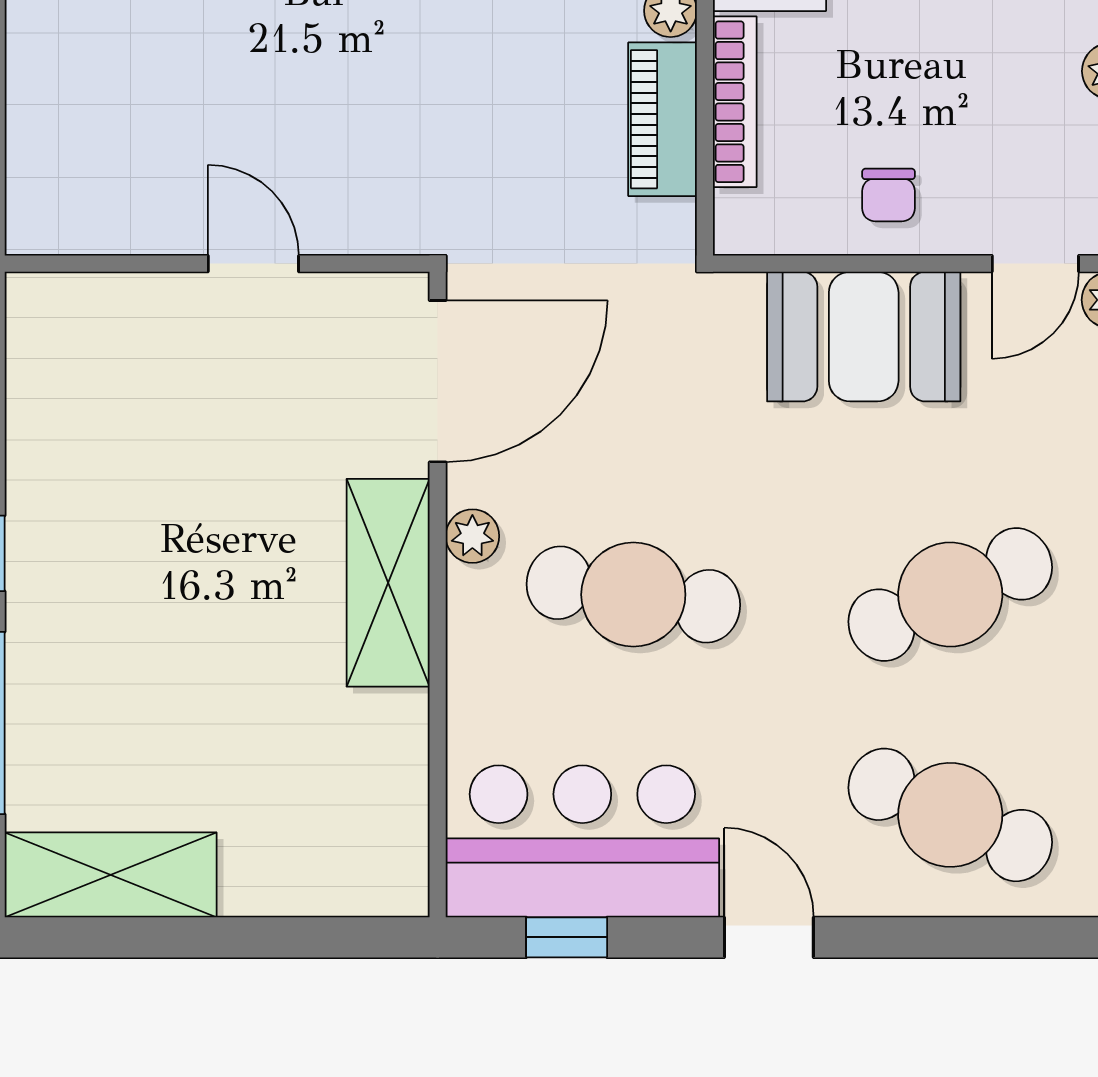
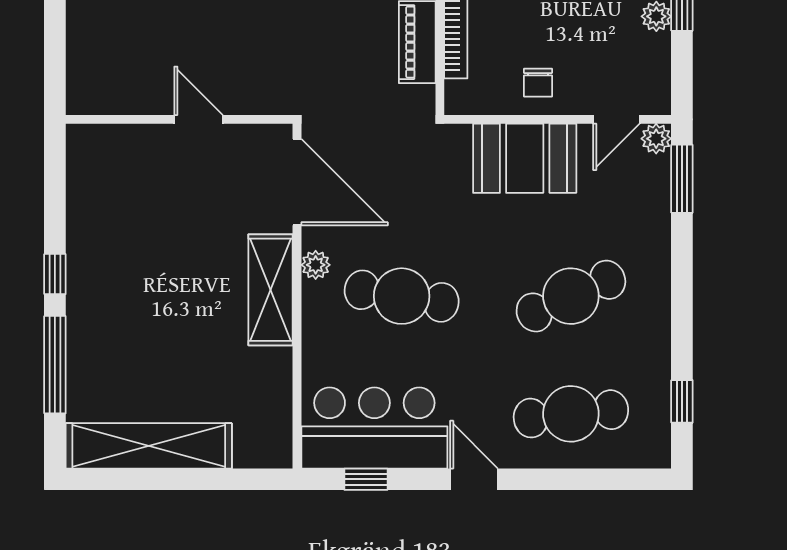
door: (438, 381) -> (297, 182), hinge flipped
cafe table: (950, 815) -> (571, 414), turned -30
shelving: (111, 875) -> (149, 446), width x1.47

